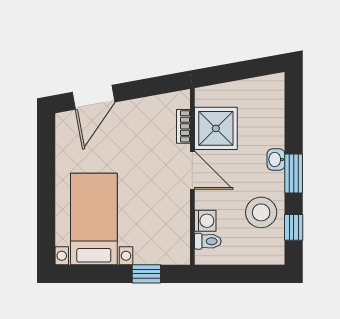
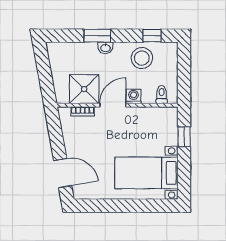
window: (294, 173) -> (97, 36), moved
washing machine: (205, 221) -> (133, 96), moved

